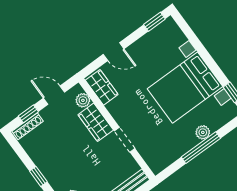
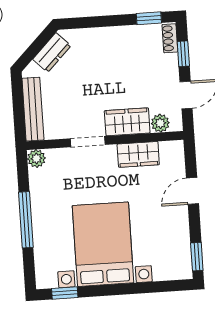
wardrobe: (102, 87) -> (138, 154), moved
shoe rack: (28, 126) -> (170, 38), width x0.70
plant: (203, 132) -> (36, 158), moved
window: (38, 176) -> (149, 18), moved

